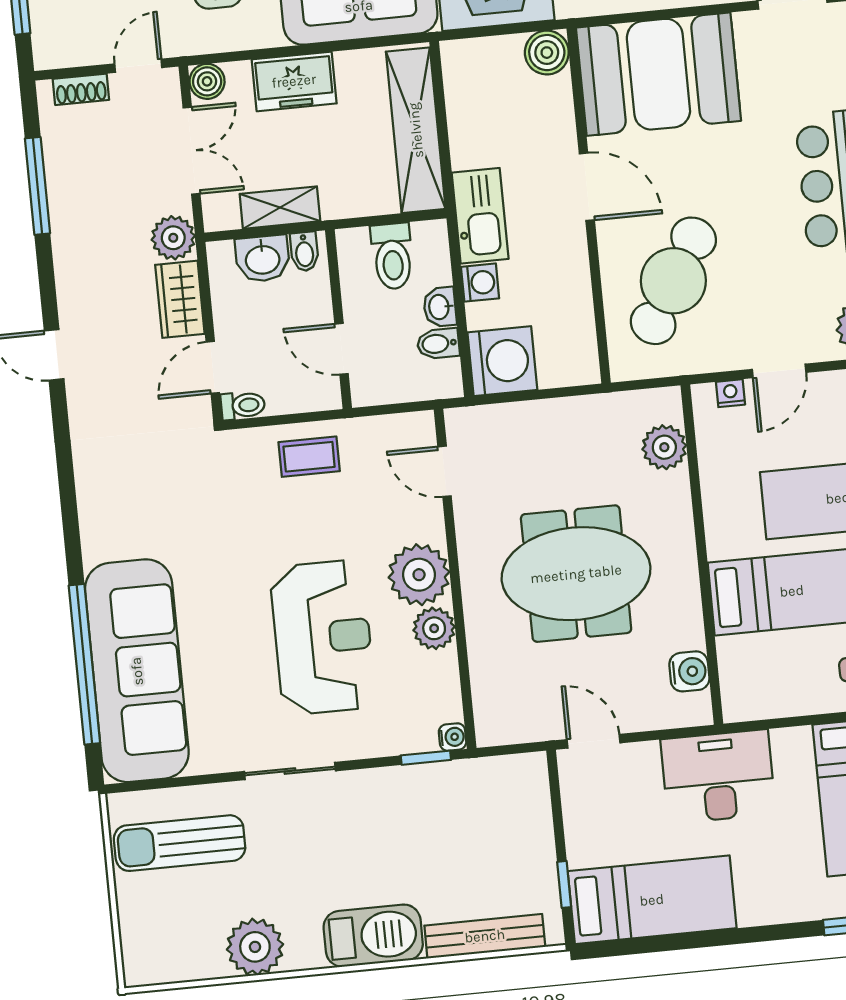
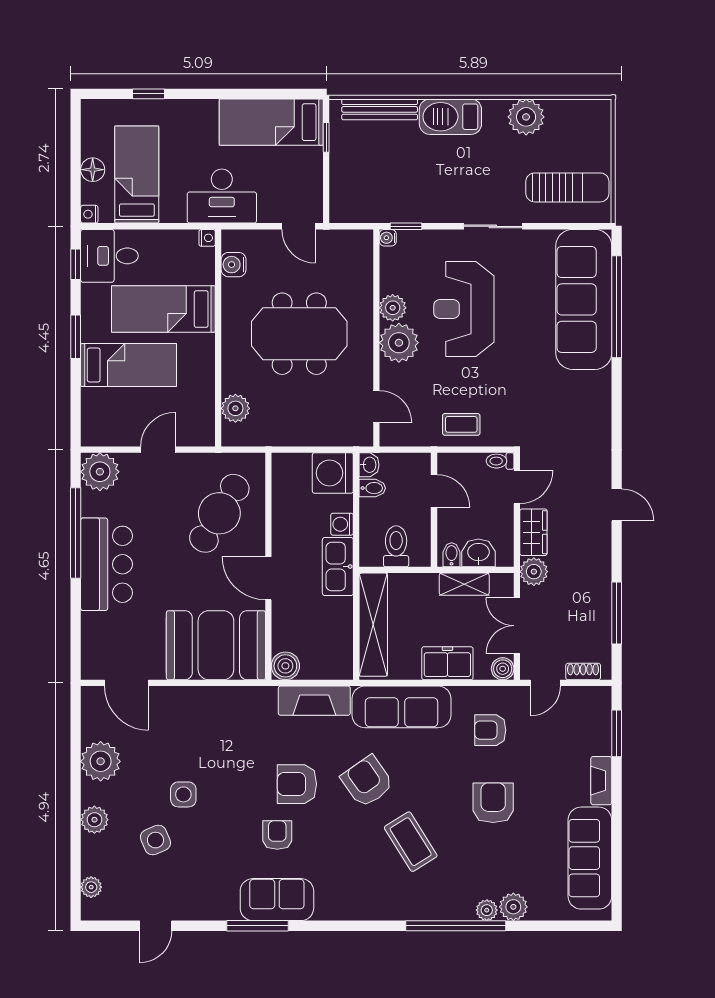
washbasin: (440, 307) -> (369, 465), moved
nightstand: (730, 393) -> (207, 238), moved, turned -90

